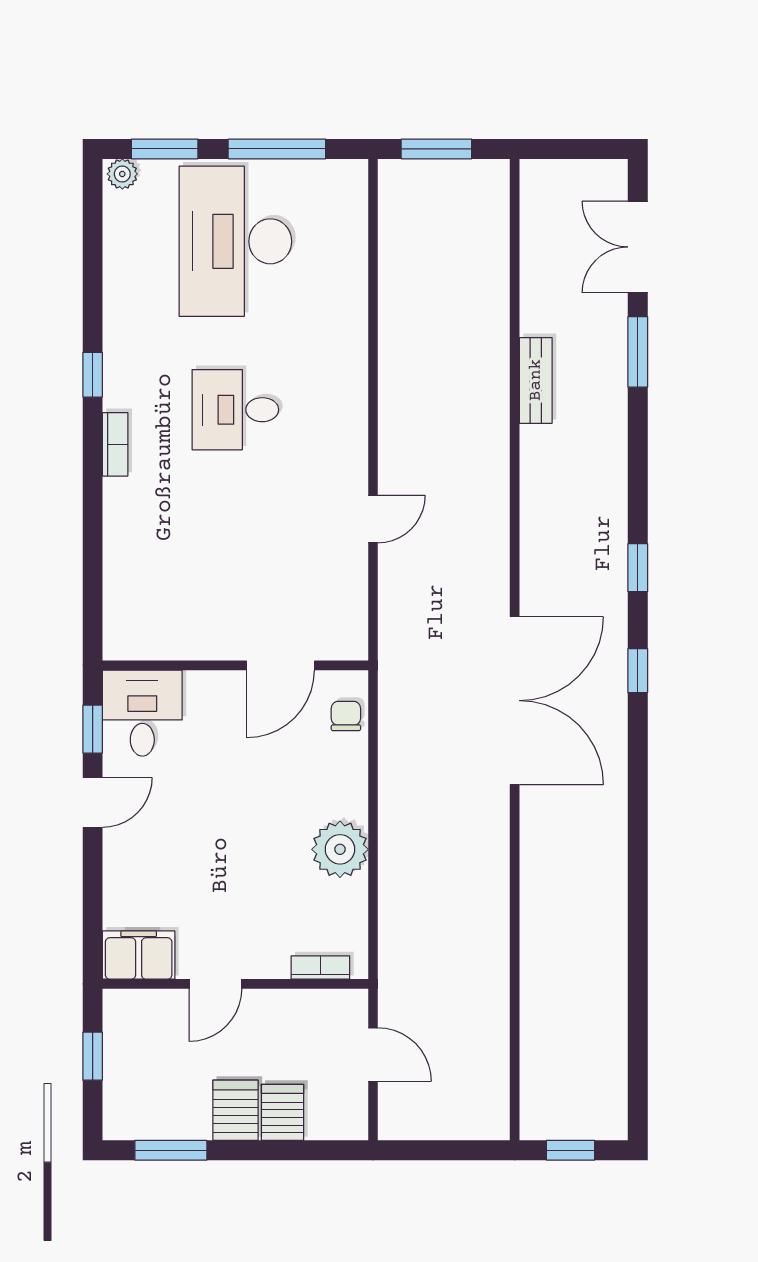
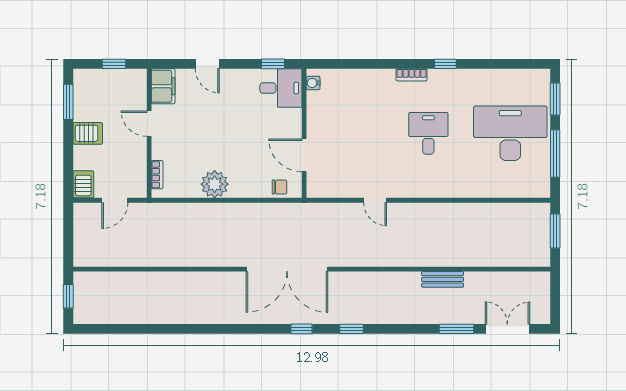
plant: (122, 174) -> (543, 78), removed
water cooler: (132, 647) -> (313, 83), added
door: (93, 802) -> (207, 64), moved
server rack: (282, 1112) -> (83, 184), moved, turned -90

